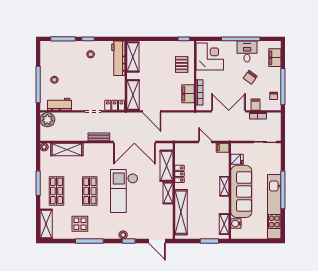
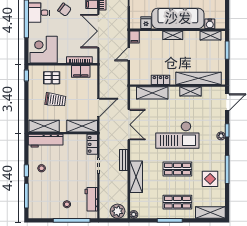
trolley: (159, 68) -> (55, 100), added
plant: (47, 120) -> (118, 211), moved
double door: (134, 142) -> (129, 125), width x0.73
shelving: (67, 149) -> (136, 177), moved
shelving: (168, 193) -> (190, 91), moved

